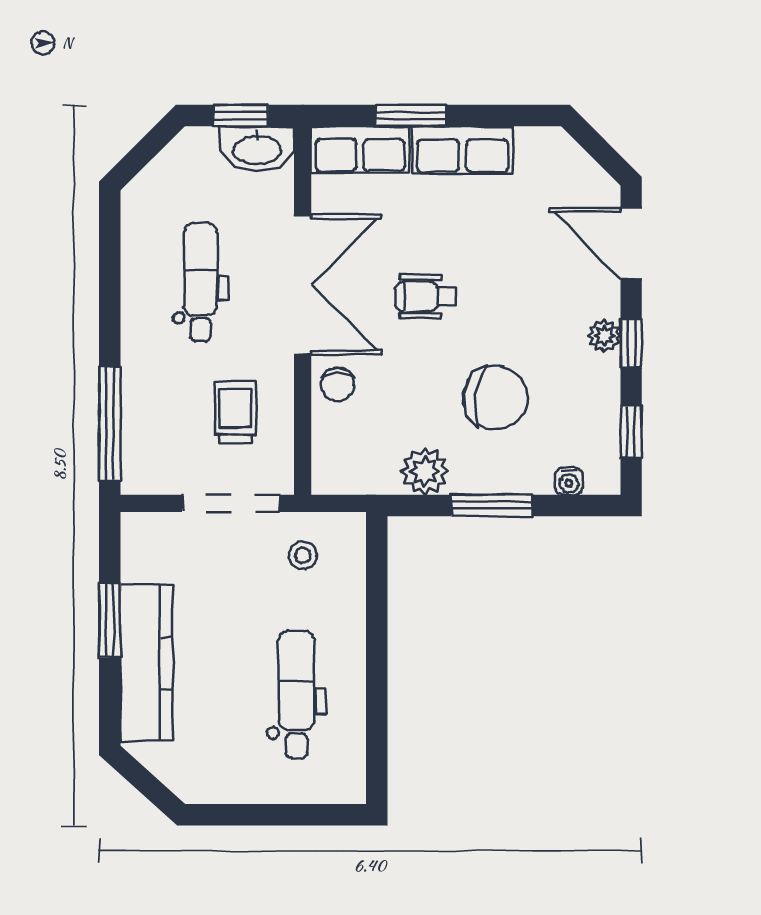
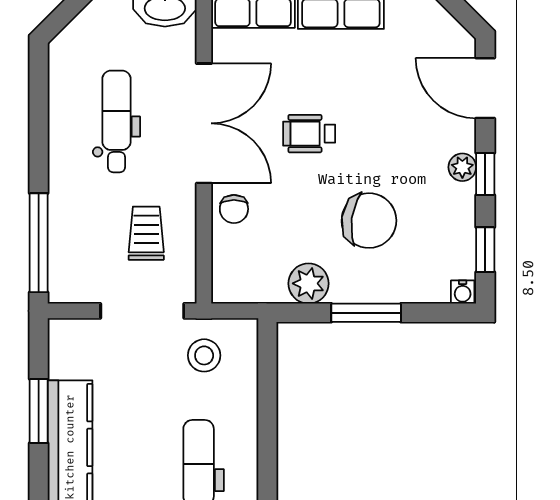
water cooler: (569, 481) -> (463, 292), moved
stool: (303, 555) -> (204, 355), width x1.37, depth x1.37

